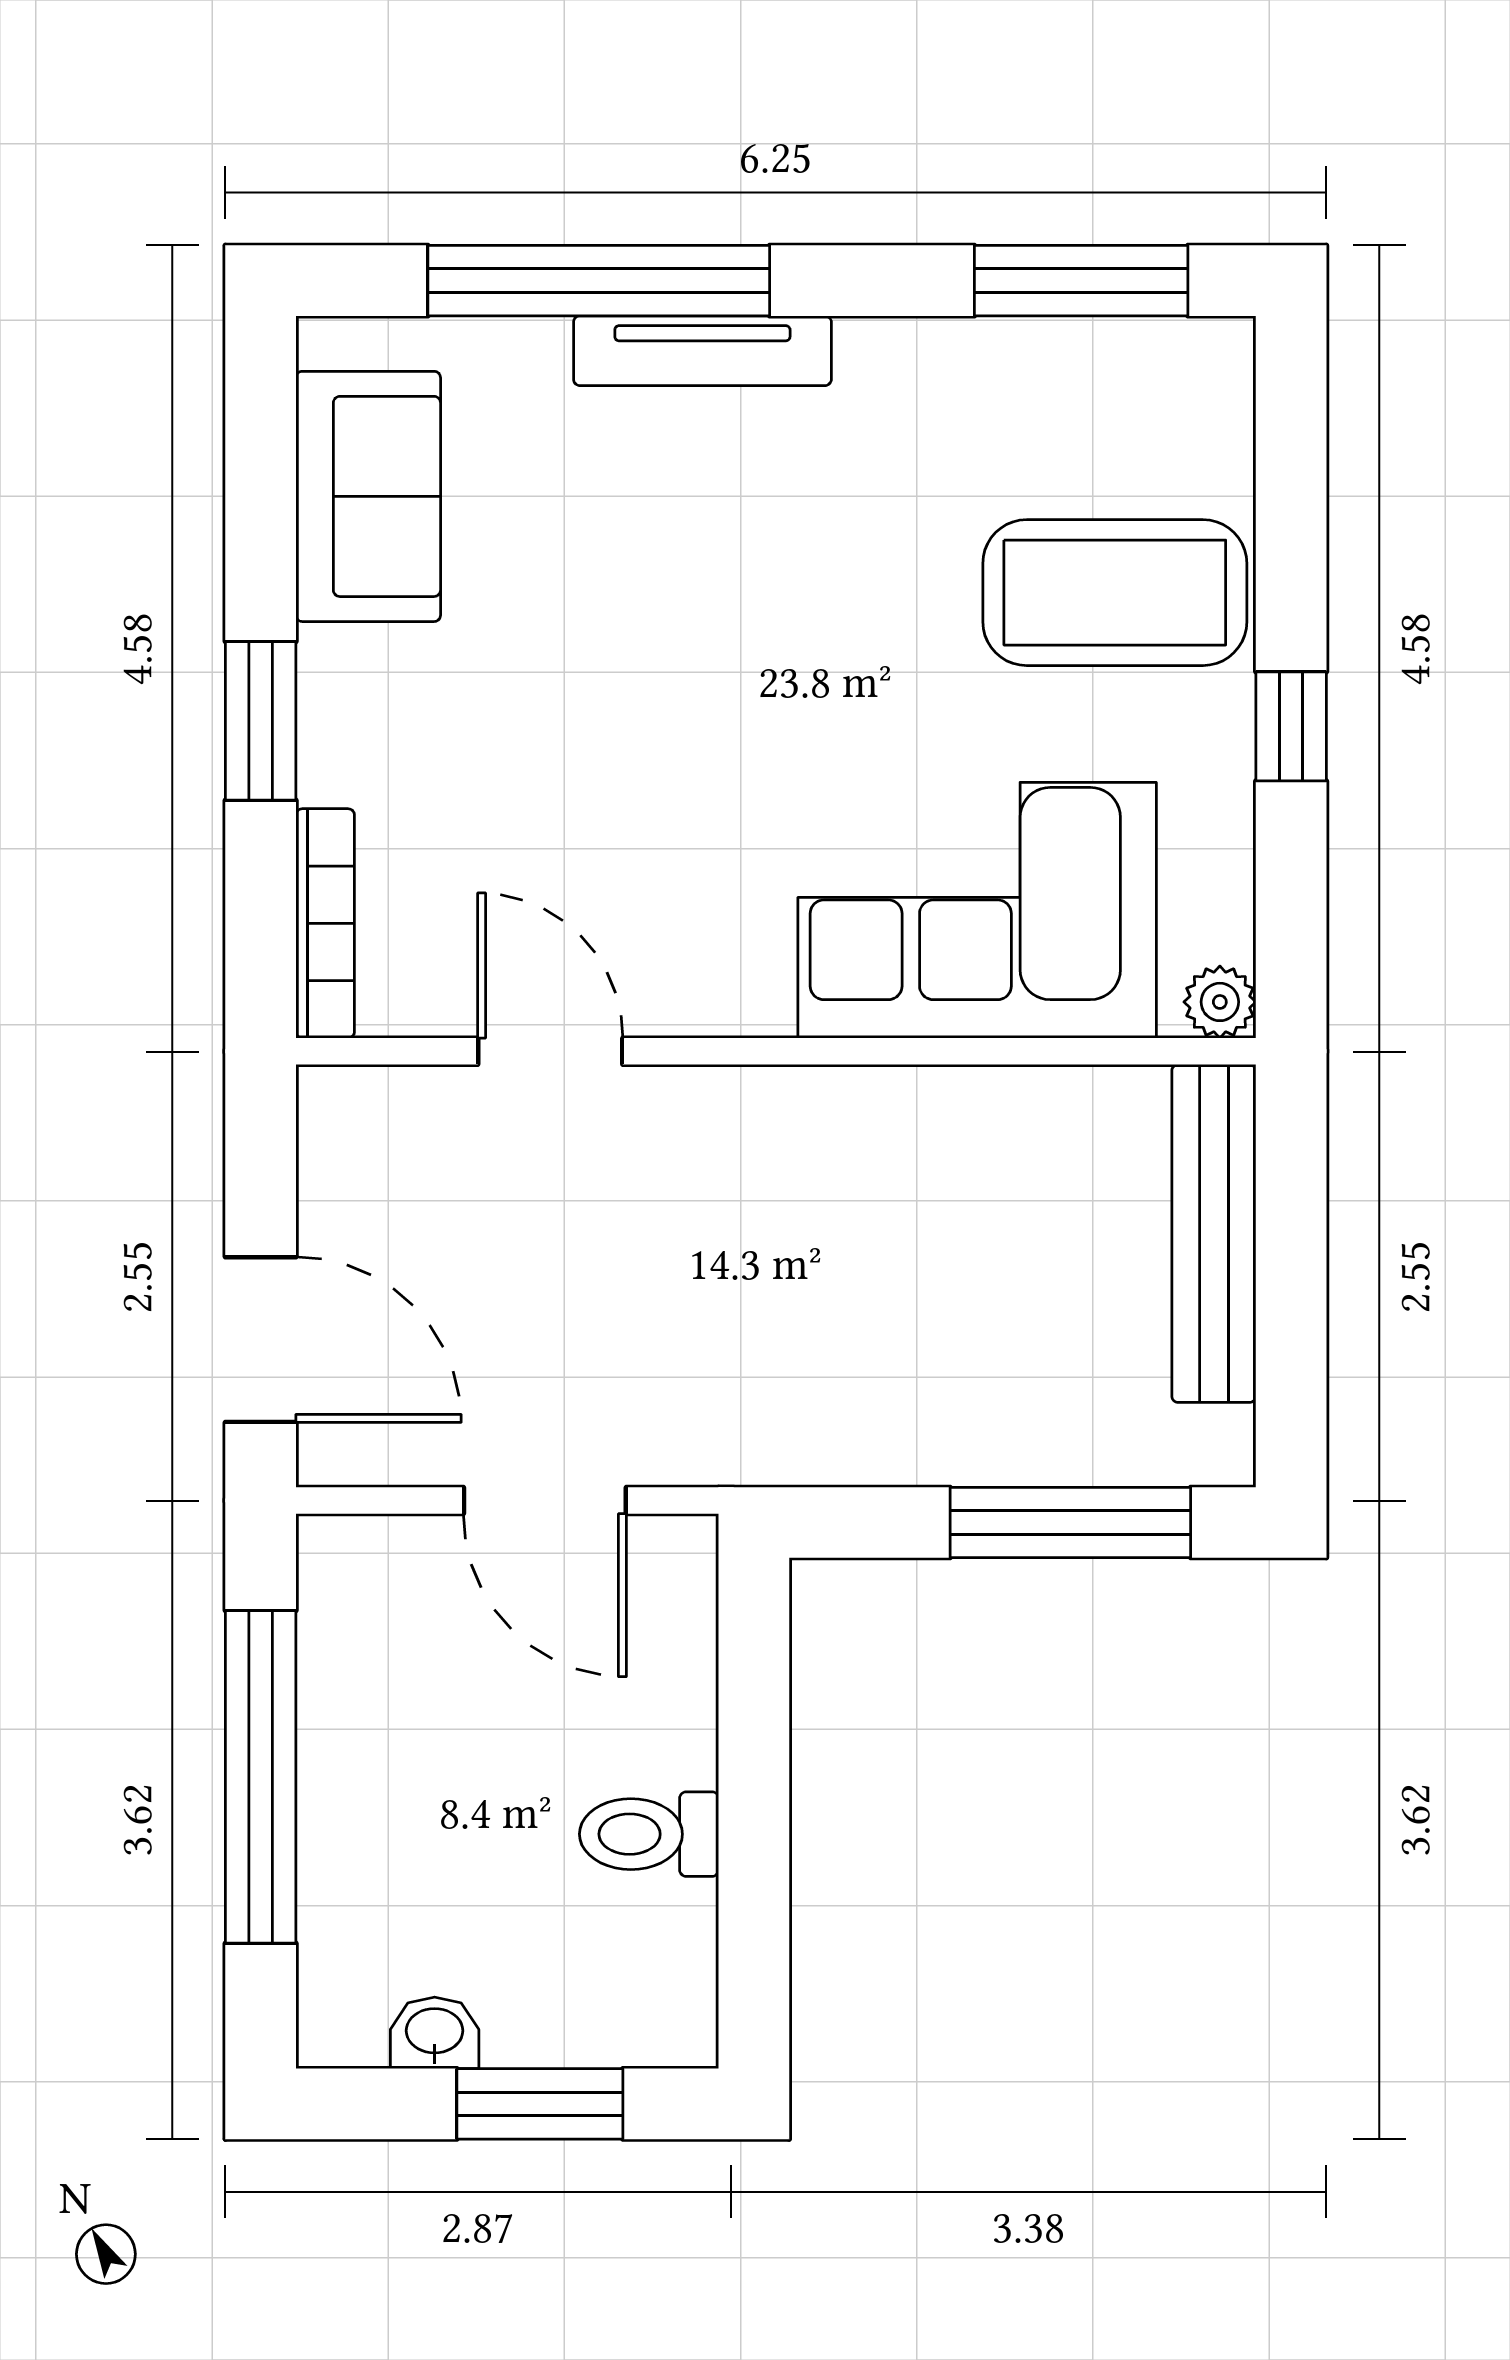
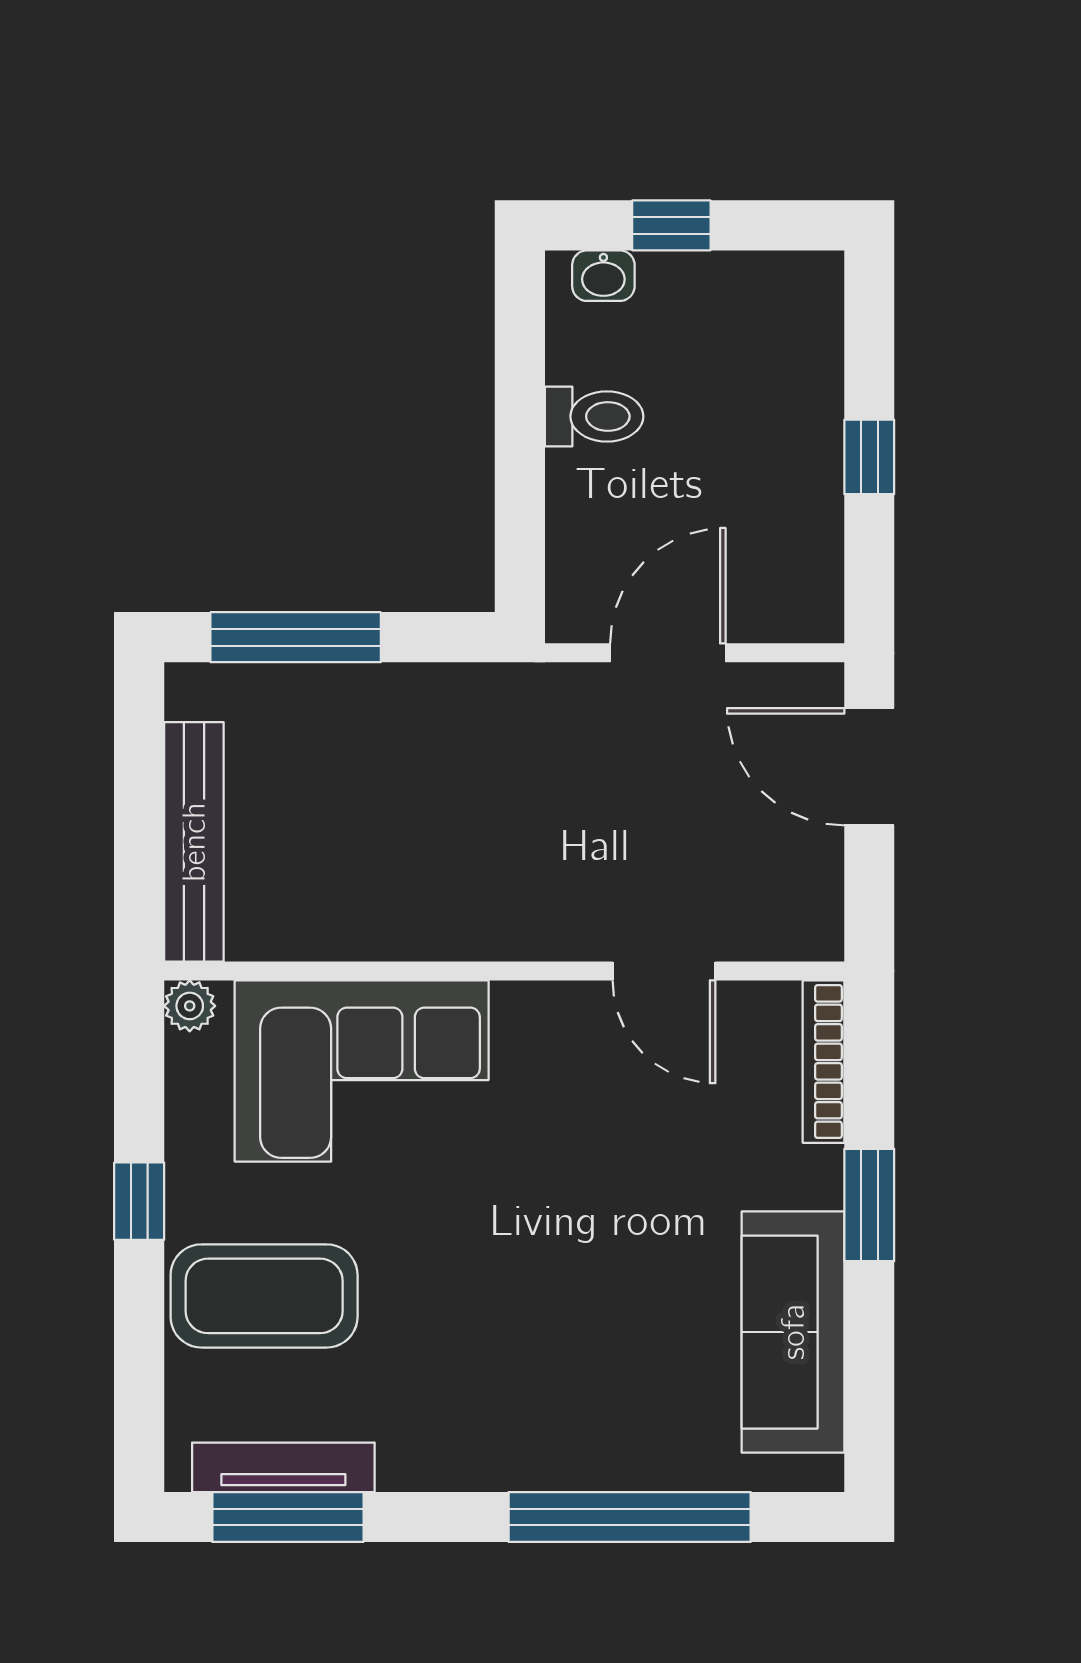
tv unit: (702, 351) -> (283, 1467), moved
sofa: (368, 496) -> (793, 1332), width x1.36
door: (545, 1500) -> (668, 653), hinge flipped
window: (261, 1777) -> (869, 457), width x0.32
washbasin: (435, 2033) -> (603, 276), moved
window: (540, 2104) -> (671, 225), width x0.67

